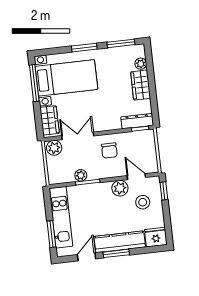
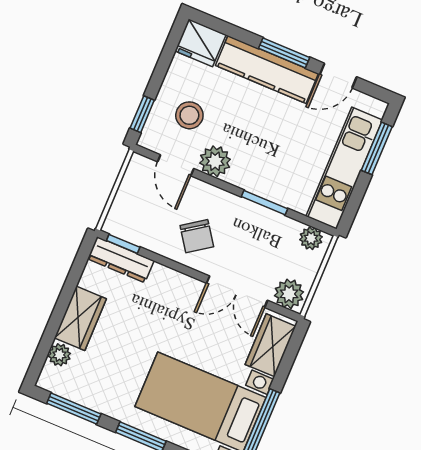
chair: (109, 150) -> (197, 236), turned 145
plant: (81, 175) -> (311, 238), moved

